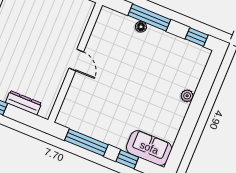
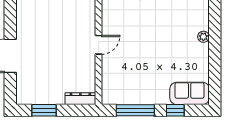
door: (76, 60) -> (99, 45), hinge flipped
dresser: (23, 103) -> (80, 99), moved

